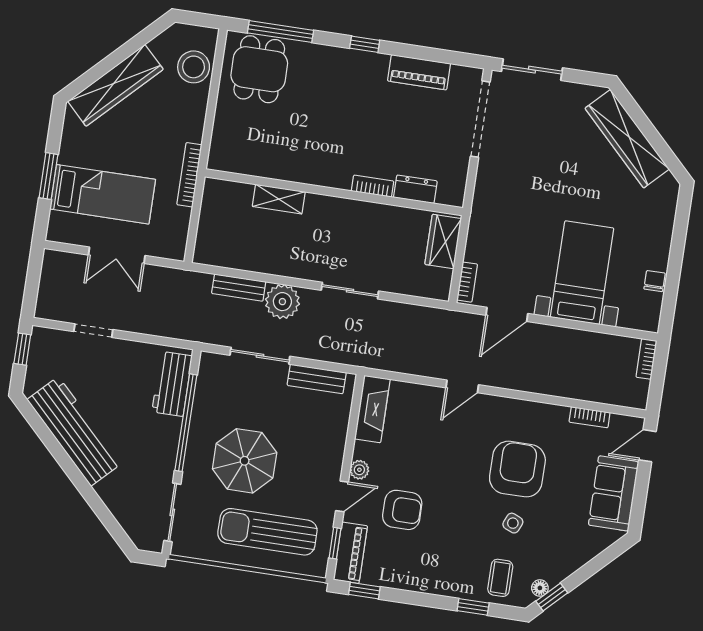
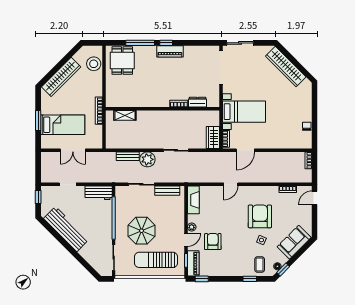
window: (281, 32) -> (140, 43), moved
piano: (419, 72) -> (170, 51), moved
shelving: (279, 199) -> (125, 115), moved
wardrobe: (443, 241) -> (213, 138), moved
bed with nightstands: (582, 273) -> (244, 112), moved, turned 90
workbench: (172, 384) -> (99, 193), moved, turned -90
sofa: (614, 493) -> (294, 242), moved, turned 45
armchair: (402, 510) -> (213, 242), turned -90

